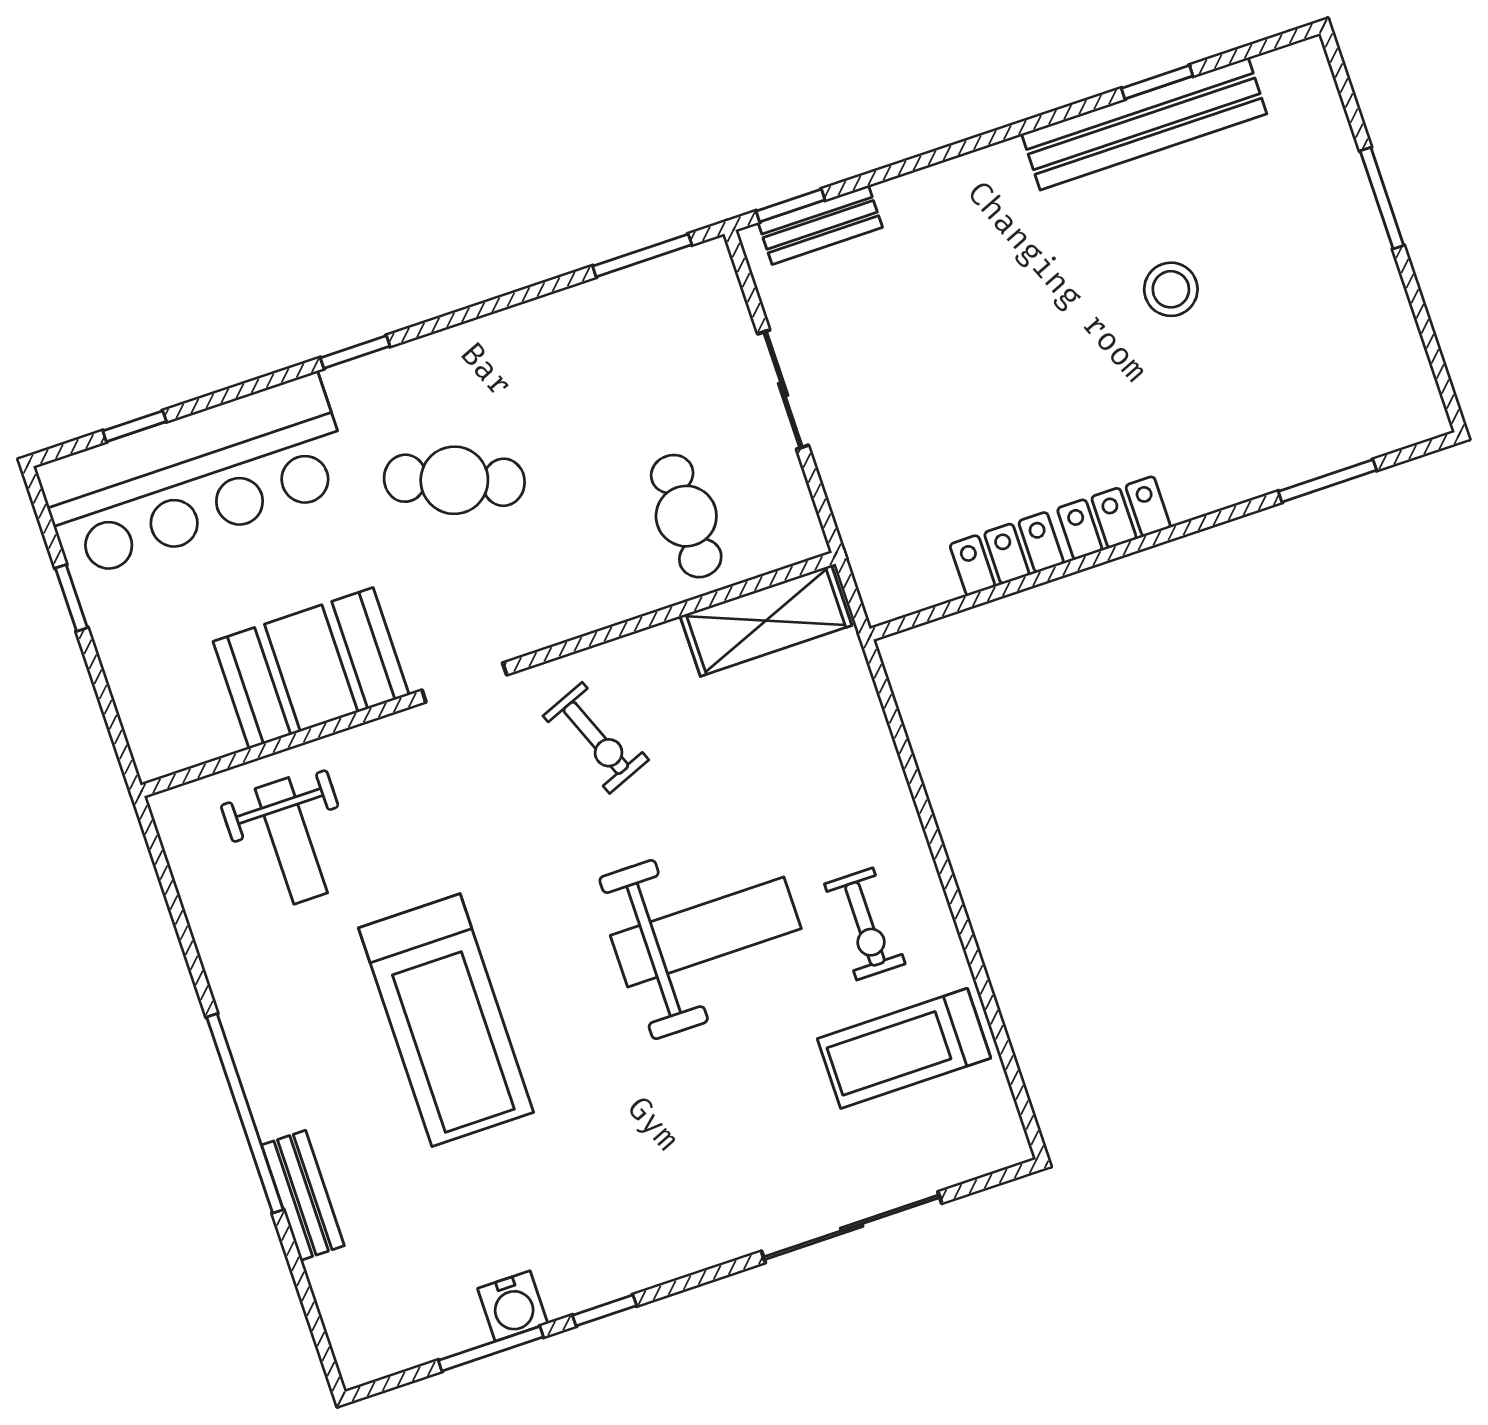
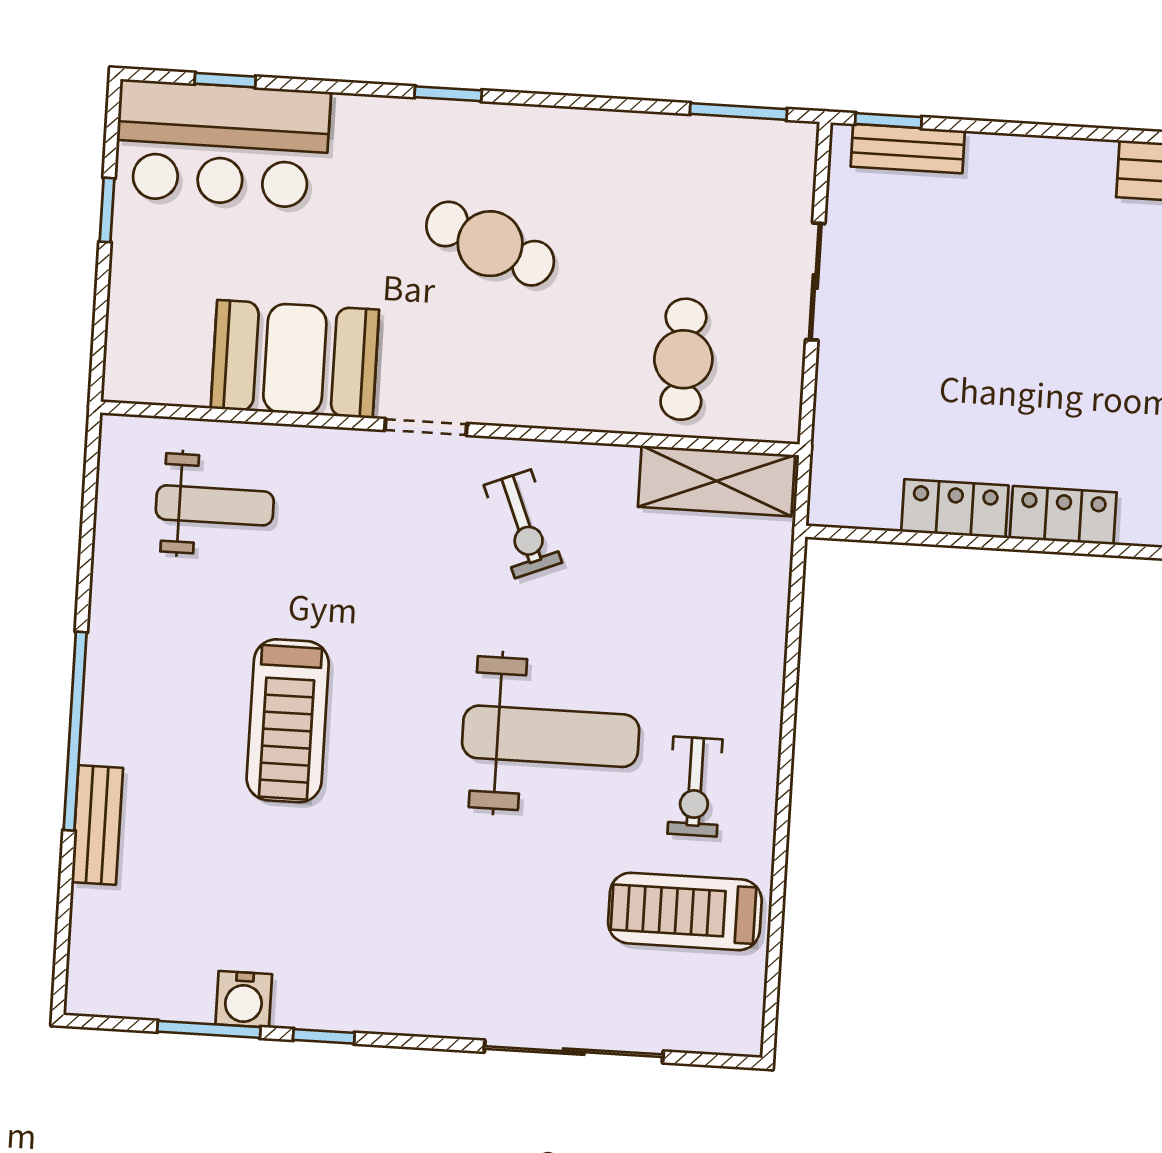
bar counter: (195, 476) -> (222, 144), width x0.73
weight bench: (291, 841) -> (215, 505), turned -90
treadmill: (446, 1020) -> (288, 721), width x0.73, depth x0.73

